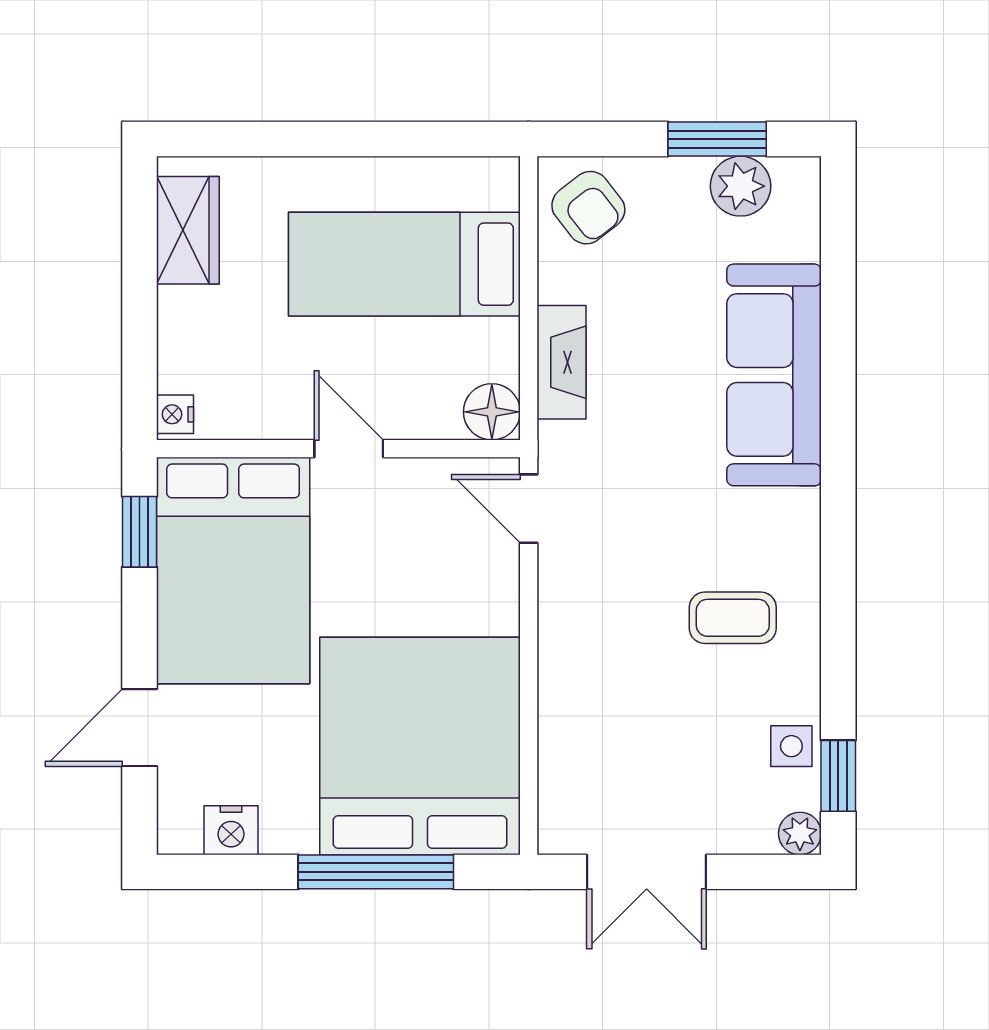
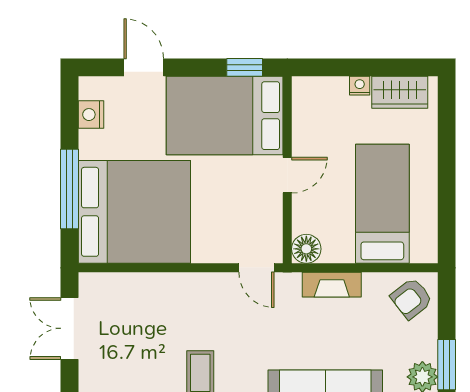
nightstand: (175, 414) -> (360, 86), moved
door: (529, 509) -> (256, 268), swing flipped

